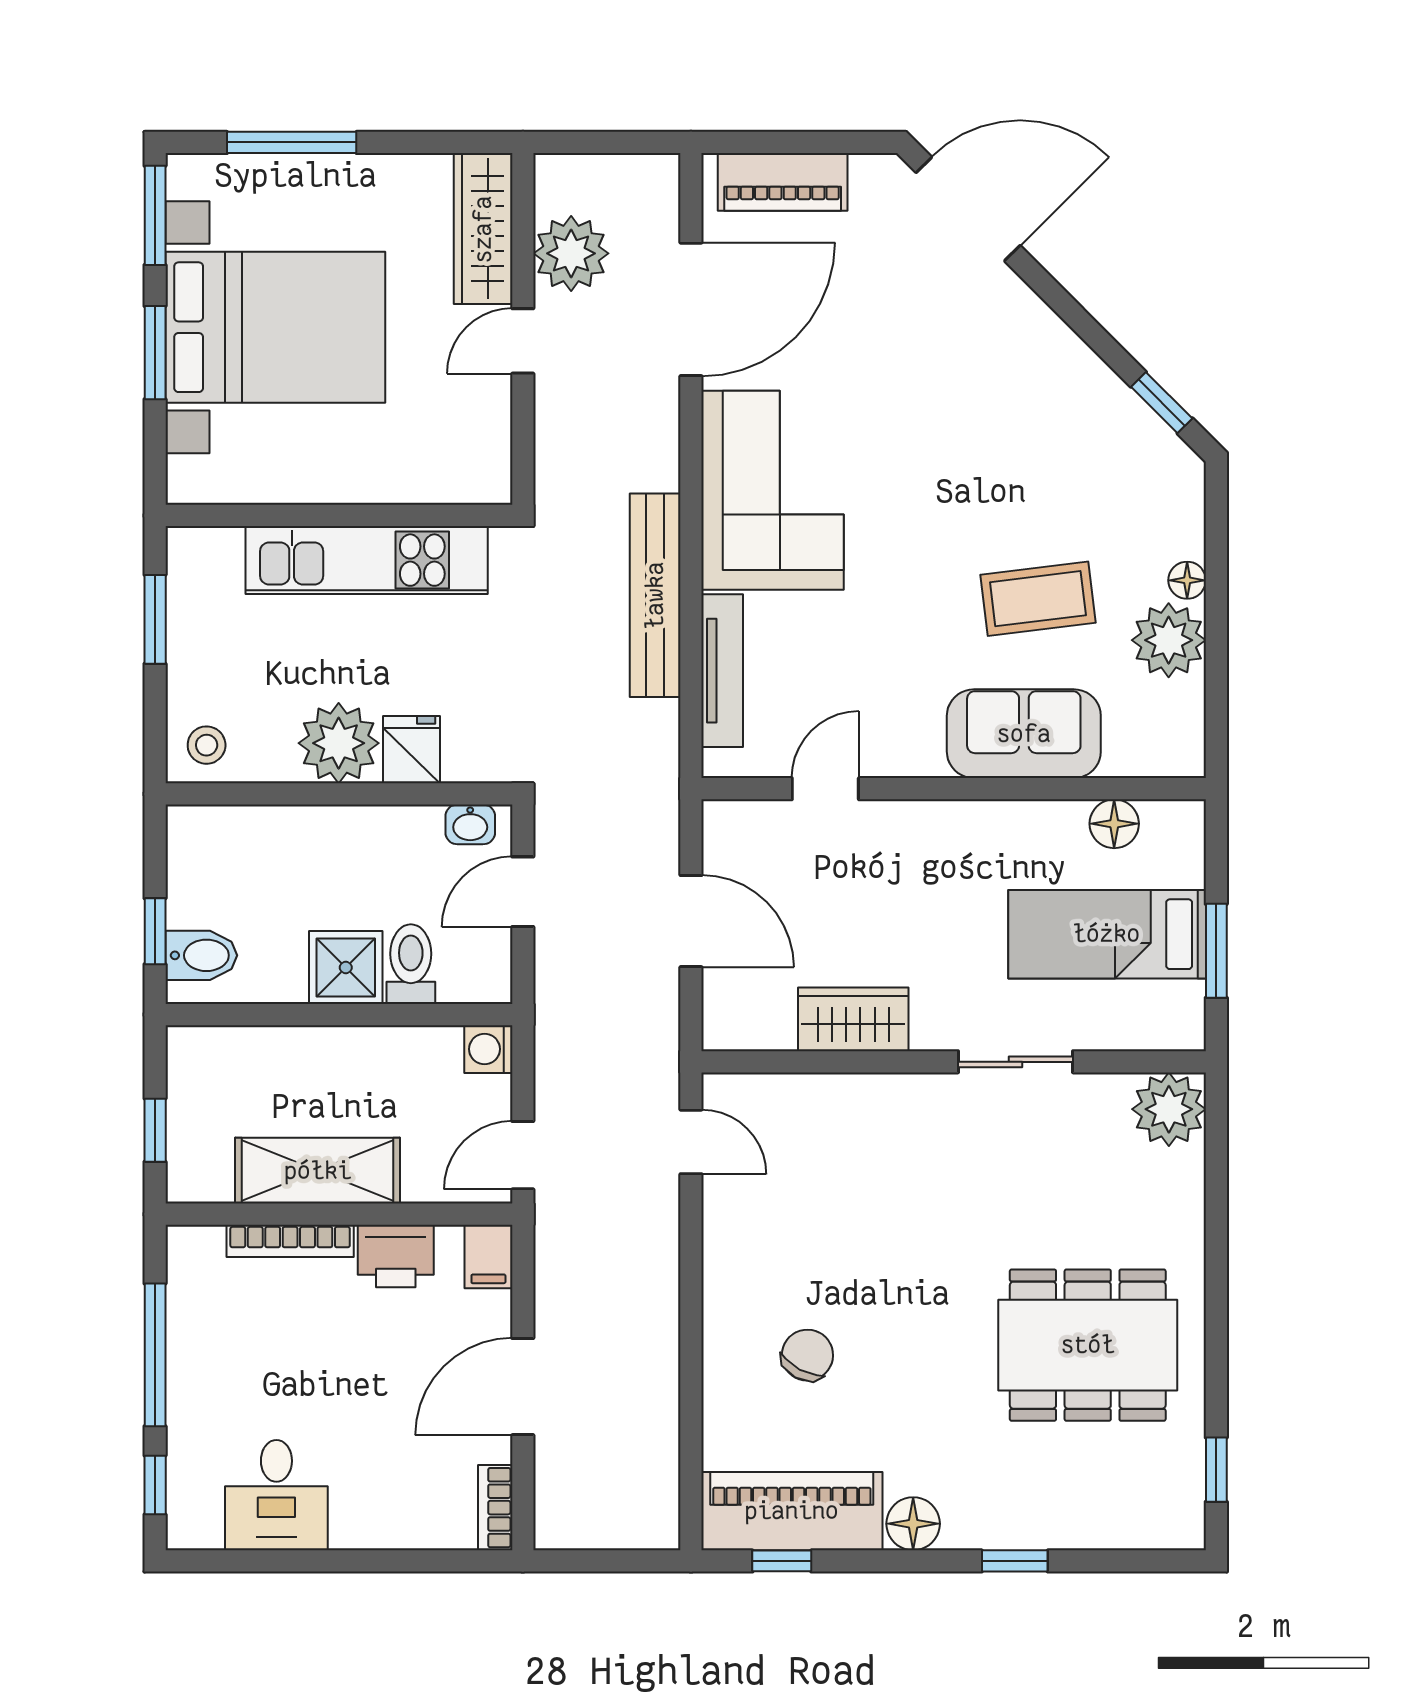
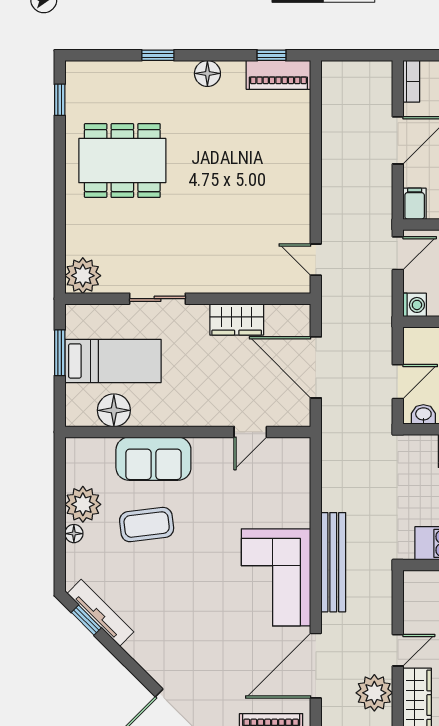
bench: (655, 595) -> (333, 562), moved
tv unit: (722, 671) -> (100, 613), moved, turned 135
floor lamp: (1114, 824) -> (114, 410), width x1.38, depth x1.38
door: (691, 921) -> (316, 367), width x1.36
chair: (807, 1355) -> (259, 156), removed
piano: (792, 1511) -> (278, 75), width x0.73, depth x0.75

